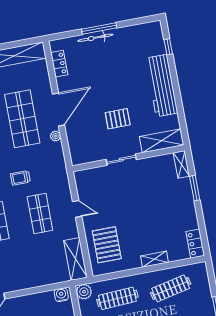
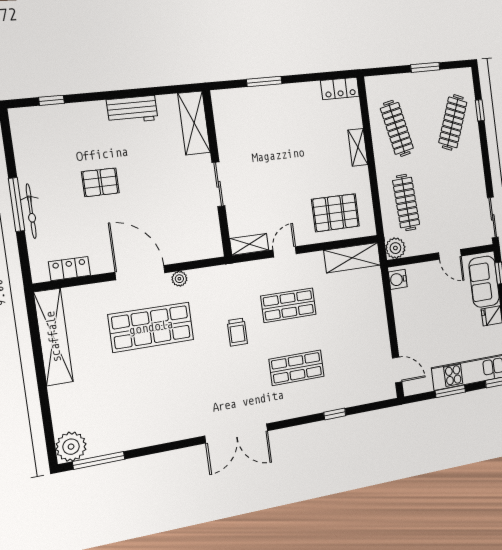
workbench: (162, 86) -> (132, 110), width x0.53, depth x0.76
pallet: (118, 119) -> (100, 182), moved, turned 90
shelving: (181, 164) -> (249, 244), moved

